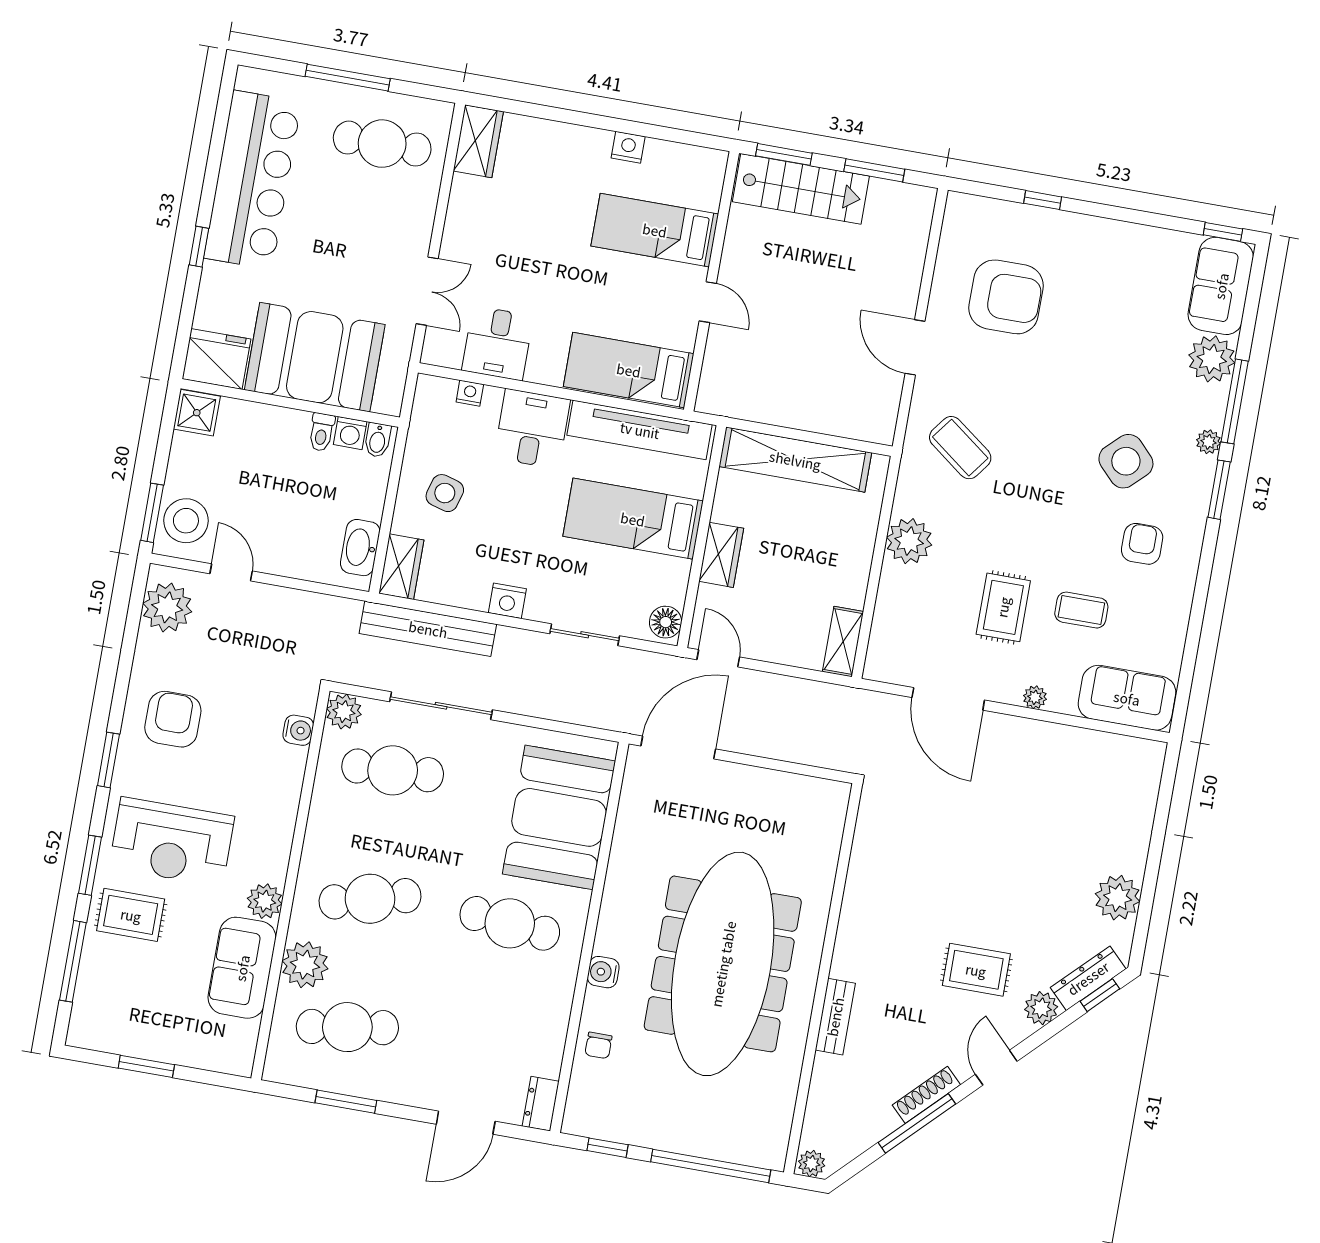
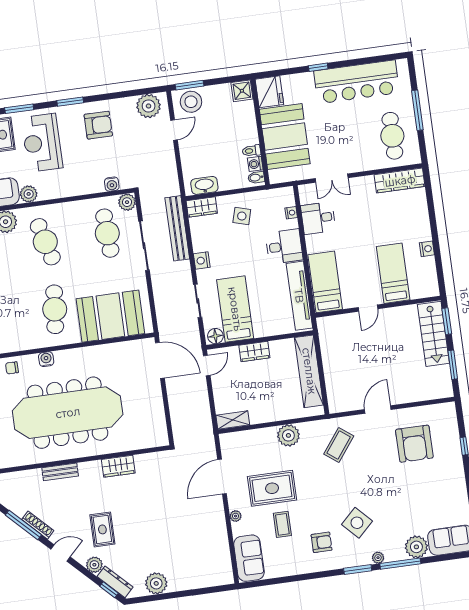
wardrobe: (478, 141) -> (400, 181), width x1.50
bed: (633, 519) -> (235, 309), moved
rug: (1003, 607) -> (272, 488), width x1.36, depth x1.43
wardrobe: (861, 898) -> (118, 466), added

